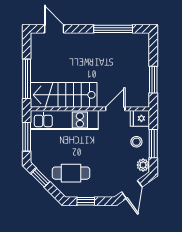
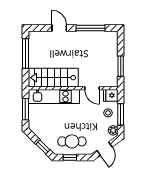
door: (54, 29) -> (59, 28), moved
window: (27, 79) -> (25, 53), moved
door: (115, 109) -> (92, 88), swing flipped
cafe table: (71, 173) -> (72, 141), moved
window: (40, 178) -> (43, 147), moved

